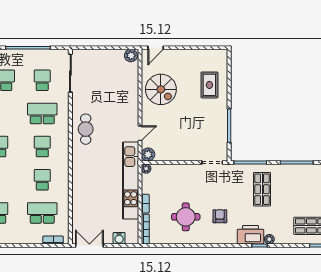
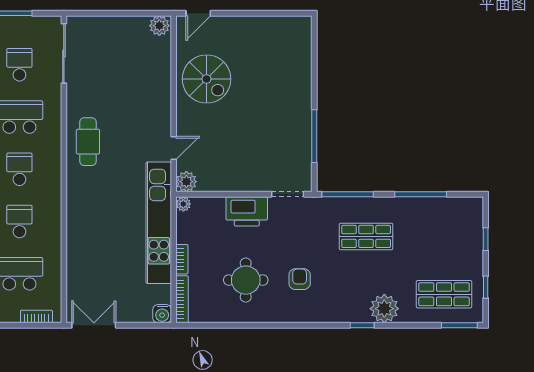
rug: (209, 85) -> (283, 72), removed
shop shelf: (262, 189) -> (366, 236), turned 90
printer: (250, 235) -> (247, 211), moved, turned 180
water cooler: (119, 238) -> (162, 314), moved
plant: (269, 239) -> (384, 309), width x1.87, depth x1.87

